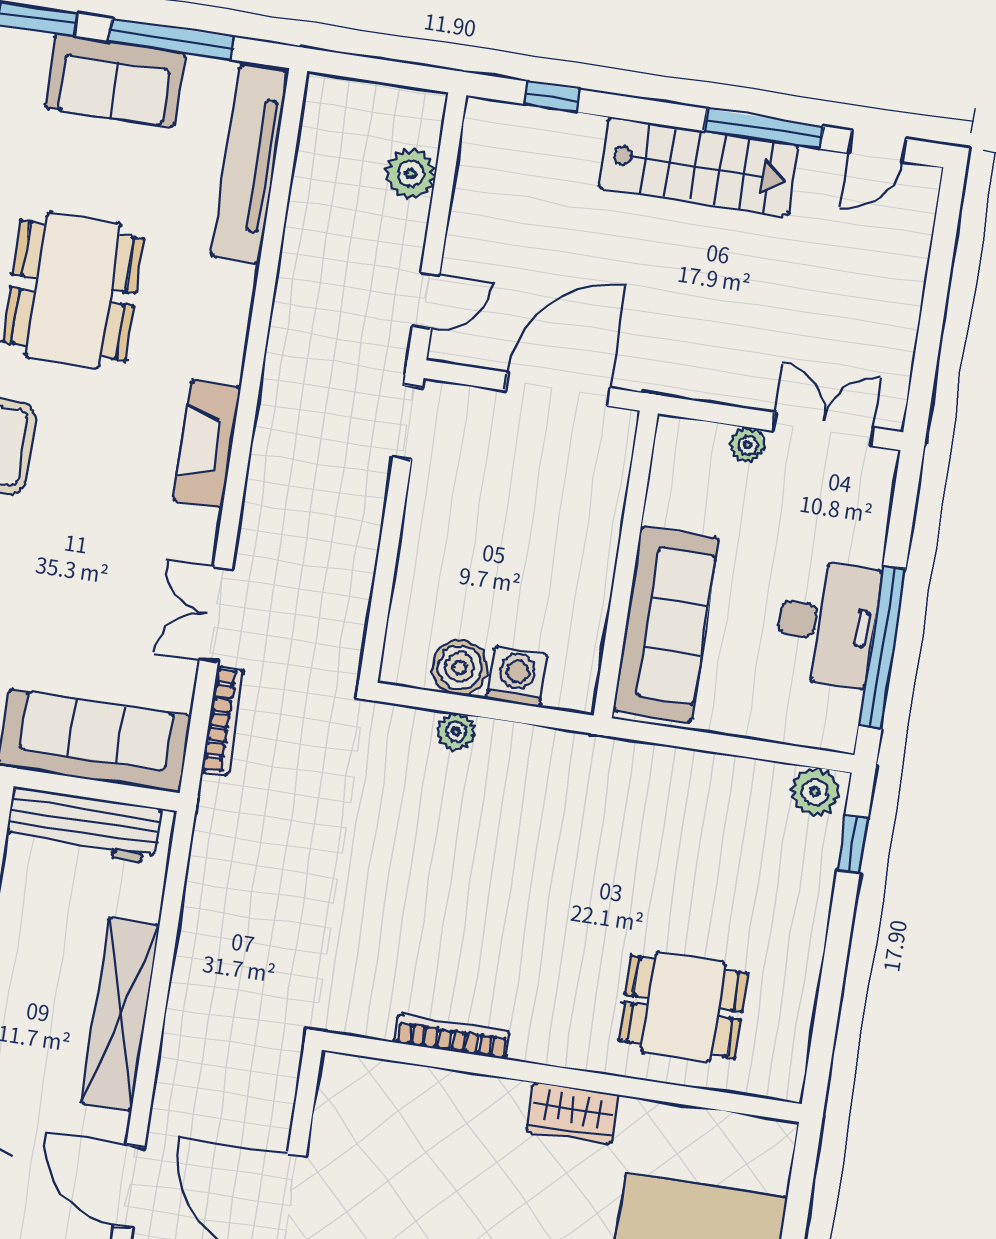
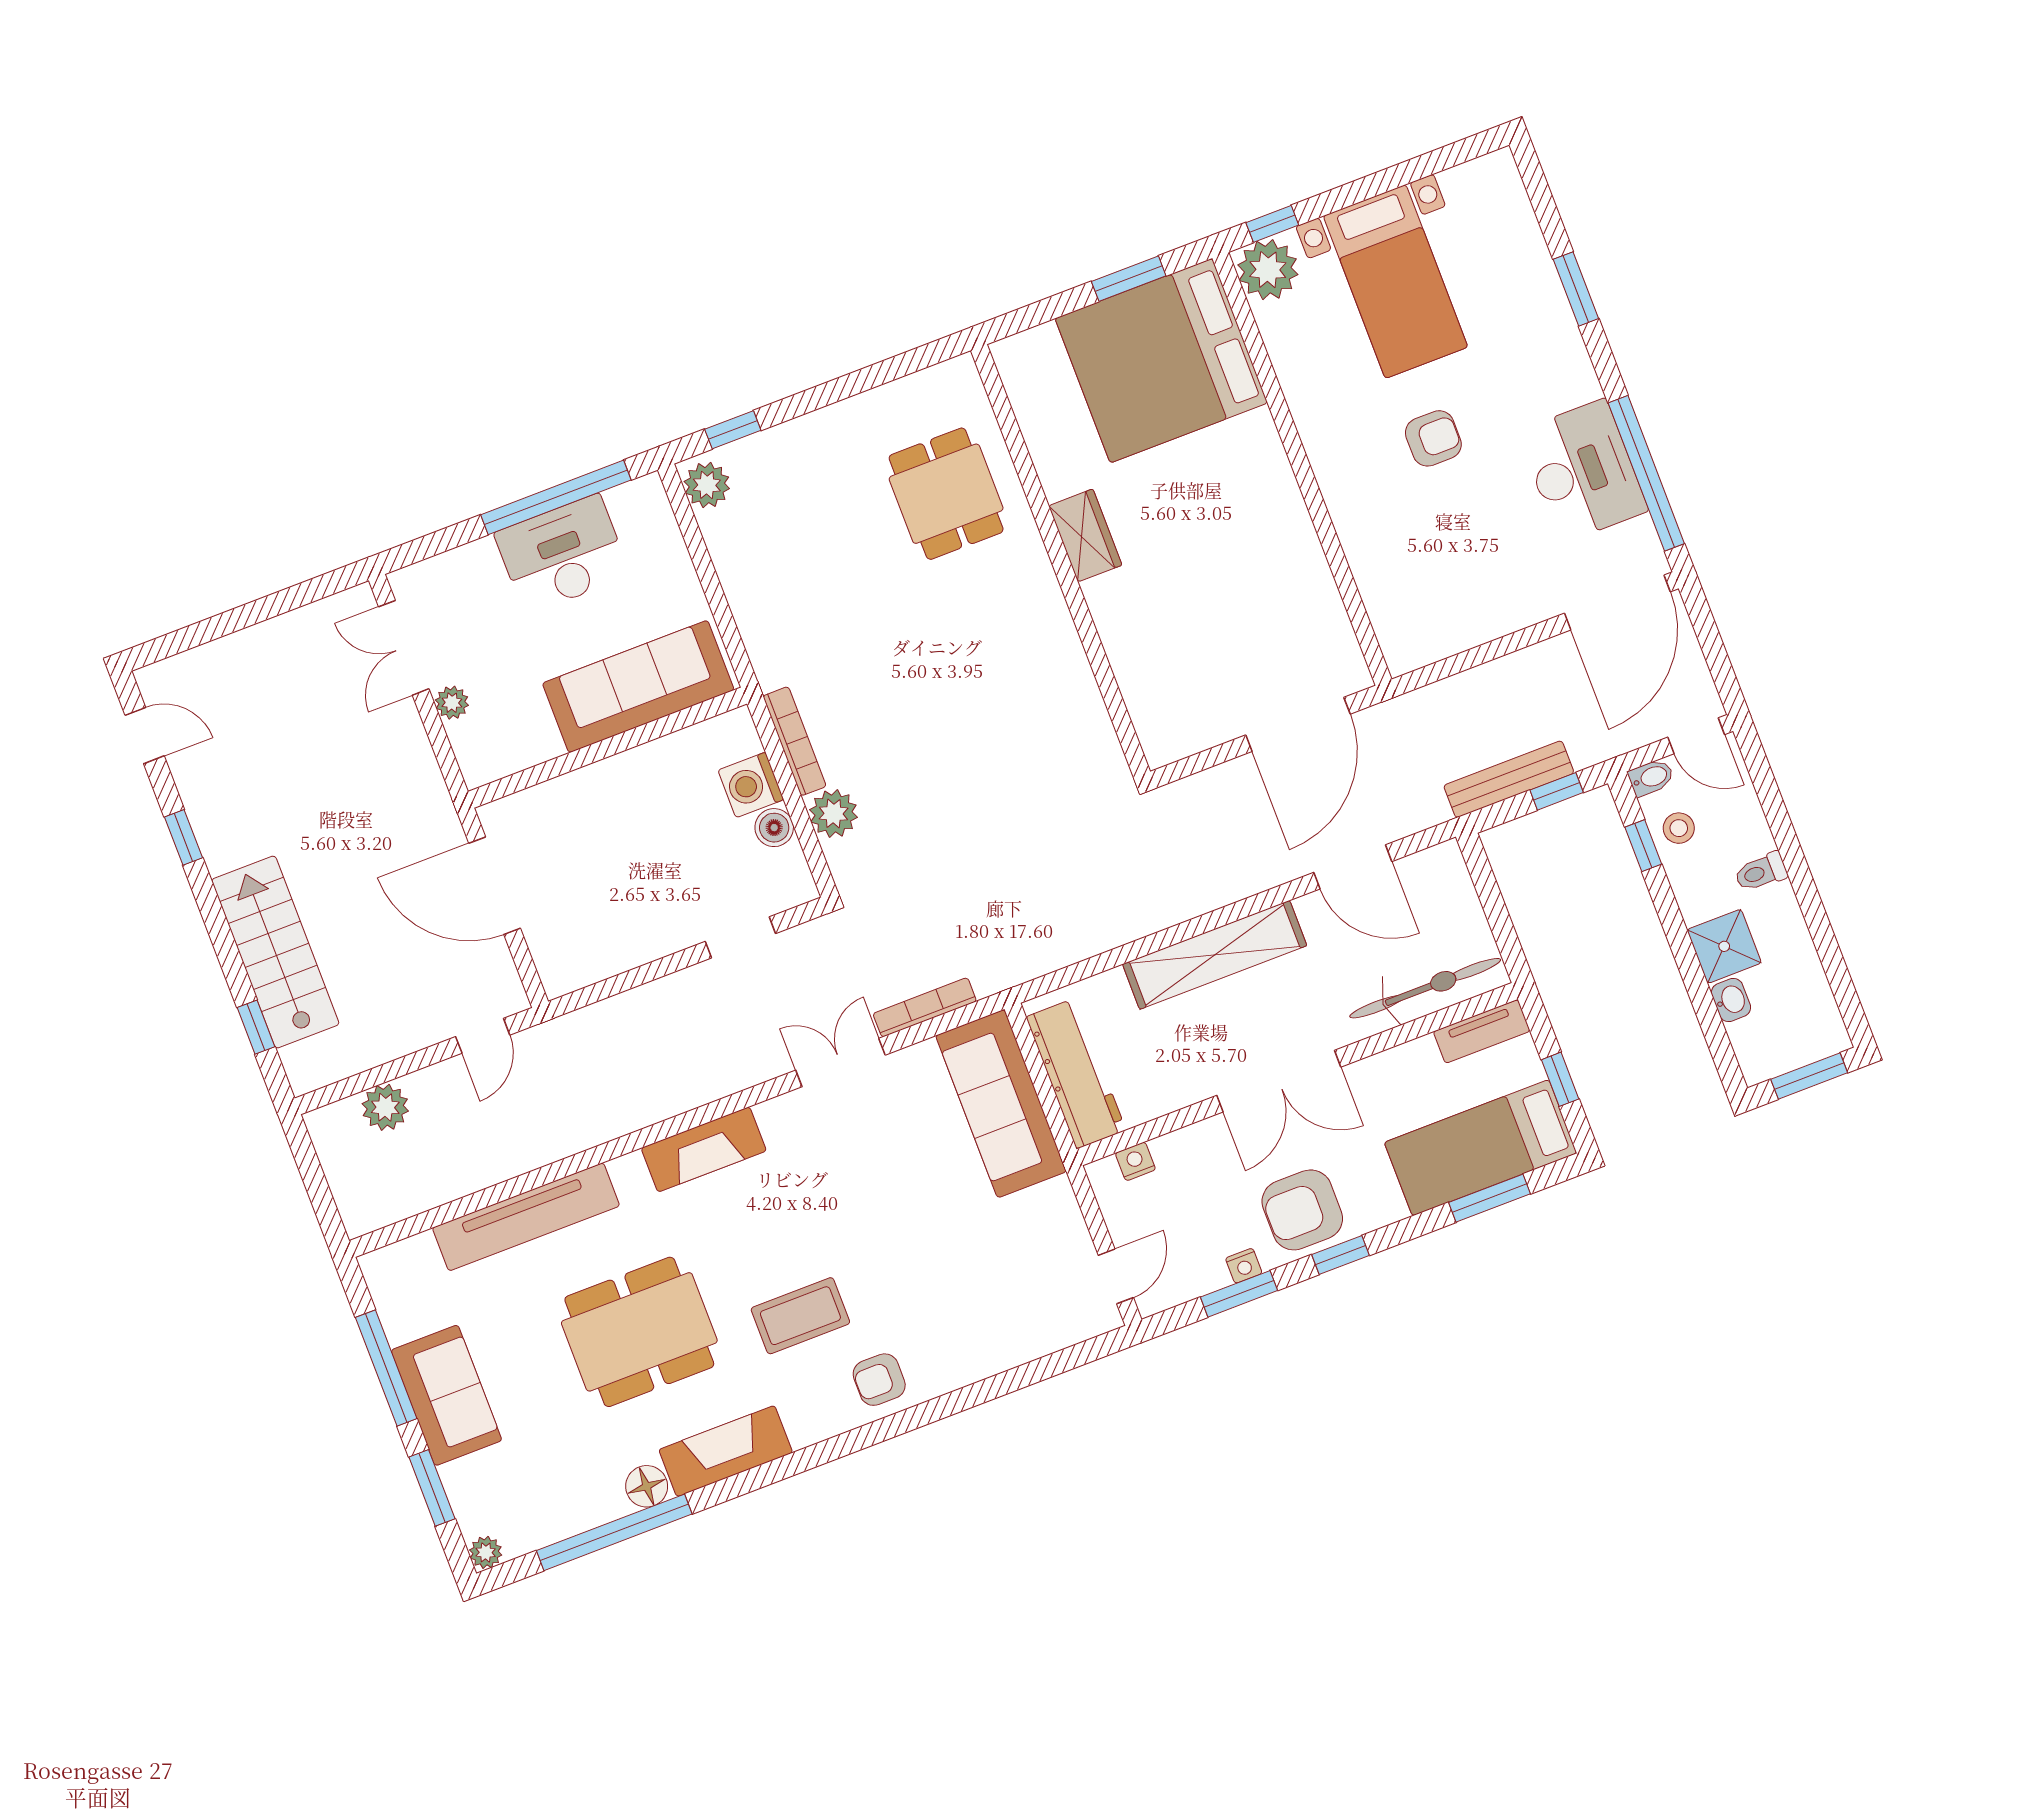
window: (764, 129) -> (184, 837), width x0.46
tv unit: (250, 164) -> (526, 1217), moved
stairs: (699, 167) -> (275, 952), moved
door: (426, 300) -> (483, 1036), swing flipped
doorway: (408, 422) -> (740, 937), moved
double door: (216, 615) -> (840, 1063), swing flipped
boiler: (460, 668) -> (774, 828), width x0.73, depth x0.73
plant: (456, 732) -> (833, 814), width x1.38, depth x1.38
bookcase: (452, 1037) -> (795, 741), moved, turned 180
door: (129, 1186) -> (1353, 867), hinge flipped

